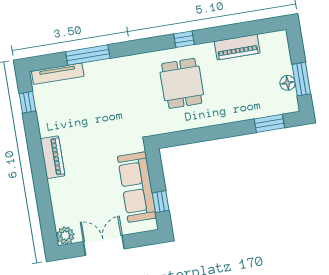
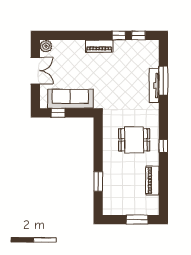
tv unit: (58, 74) -> (154, 85), moved
window: (301, 79) -> (137, 220), moved
floor lamp: (288, 83) -> (123, 210), removed
window: (269, 123) -> (98, 181), moved
window: (32, 131) -> (119, 35), added

